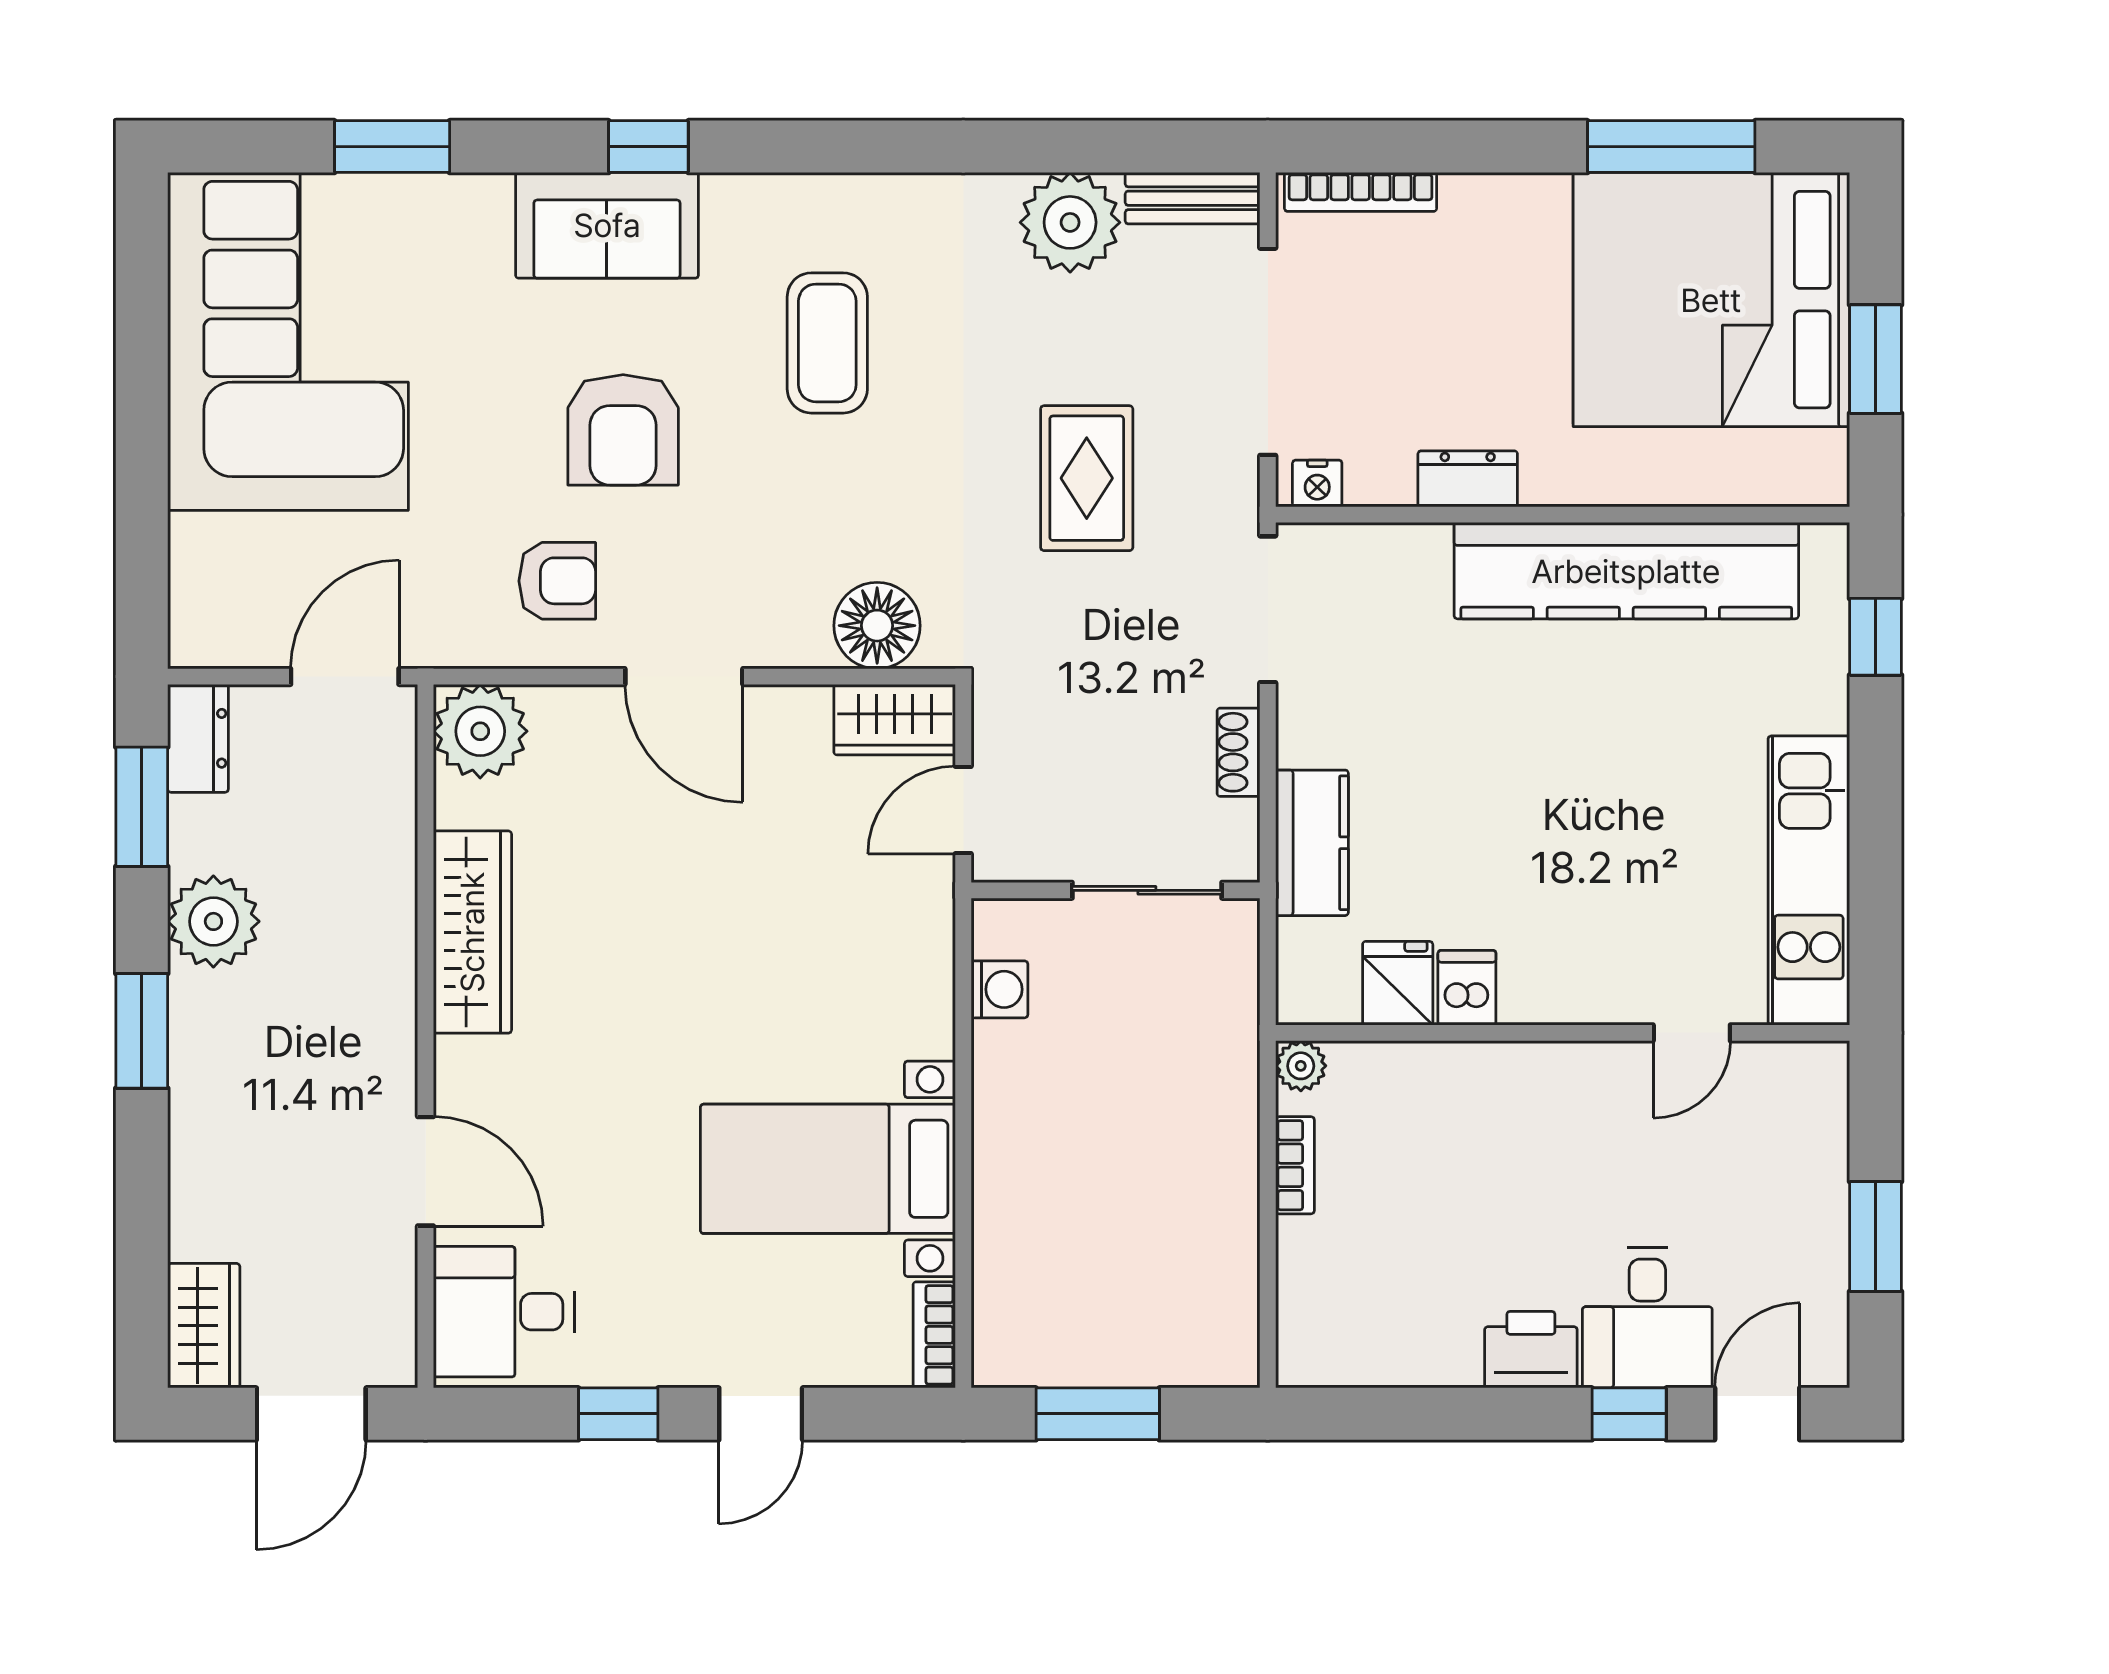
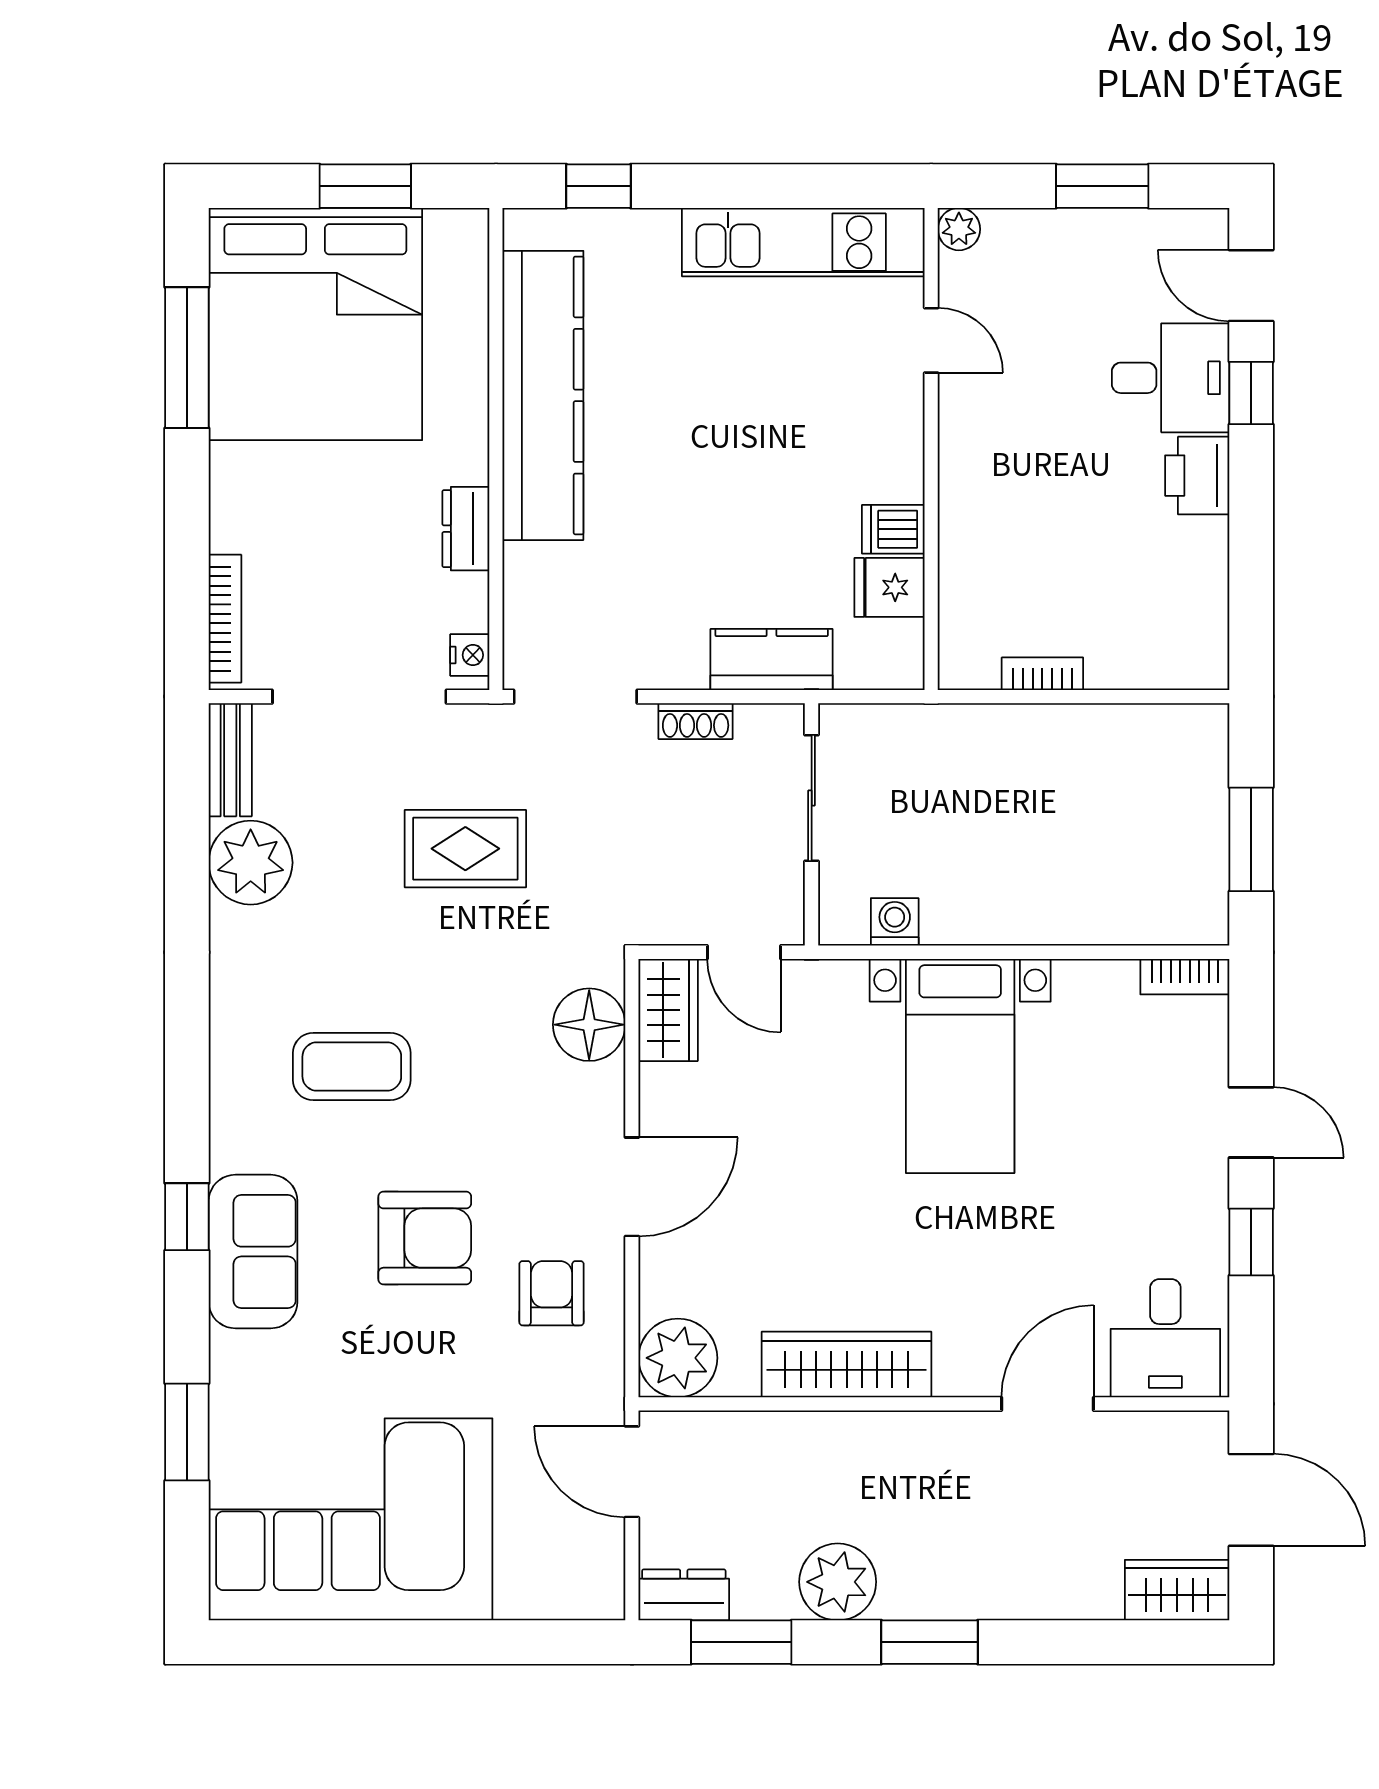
plant: (1301, 1066) -> (959, 229), moved
bed with nightstands: (828, 1169) -> (960, 1066), moved

